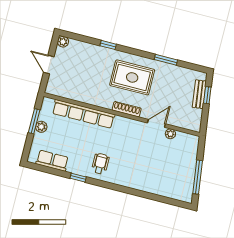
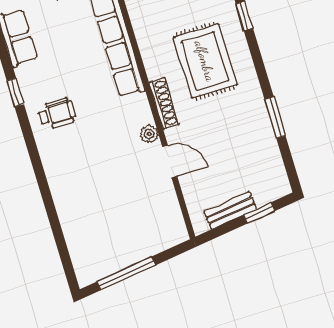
rug: (132, 77) -> (205, 61), moved
bench: (199, 94) -> (230, 210), moved
plant: (170, 134) -> (149, 134), moved

